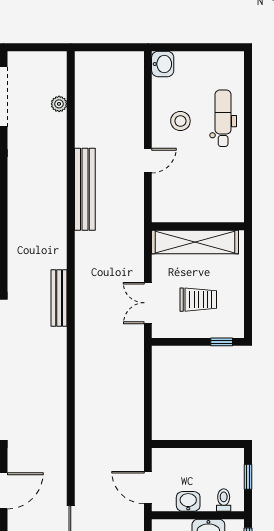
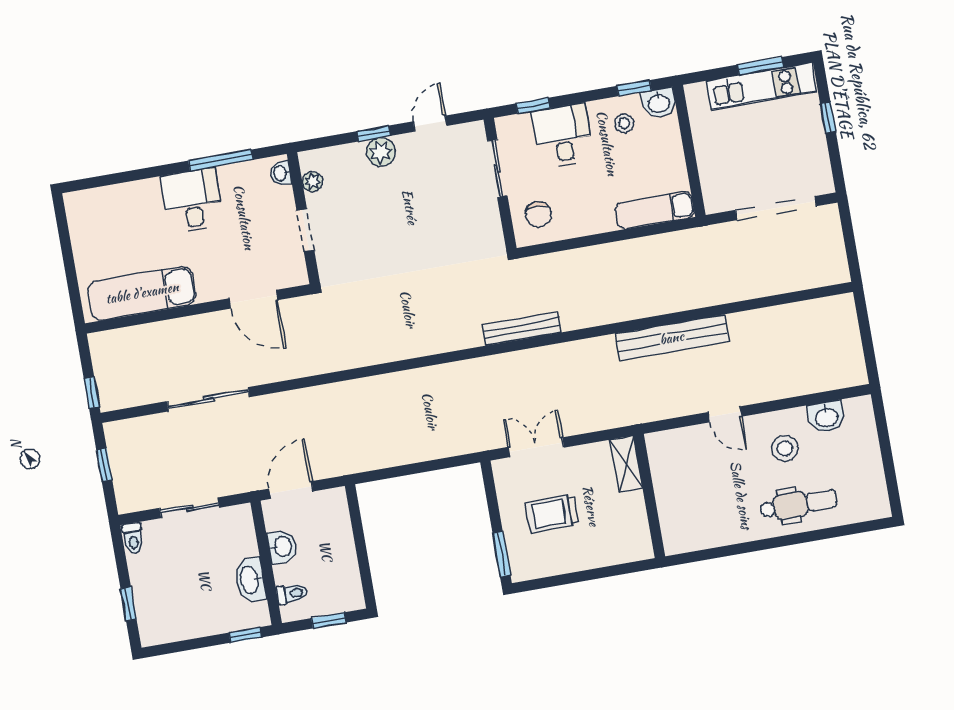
washbasin: (163, 64) -> (826, 417), moved
plant: (59, 104) -> (779, 283), removed
shelving: (195, 242) -> (626, 464), width x0.45, depth x0.75
trolley: (198, 300) -> (552, 513), turned 90
window: (222, 342) -> (501, 554), width x1.50

